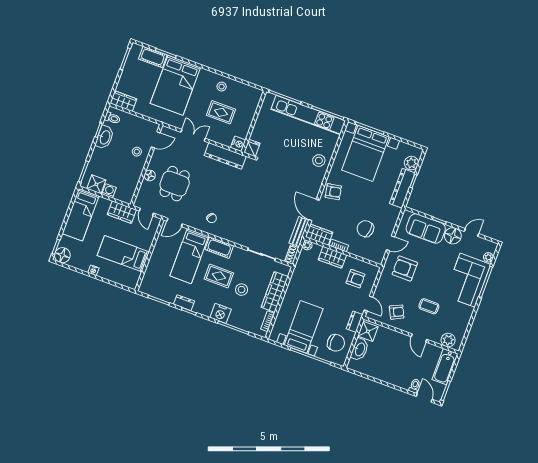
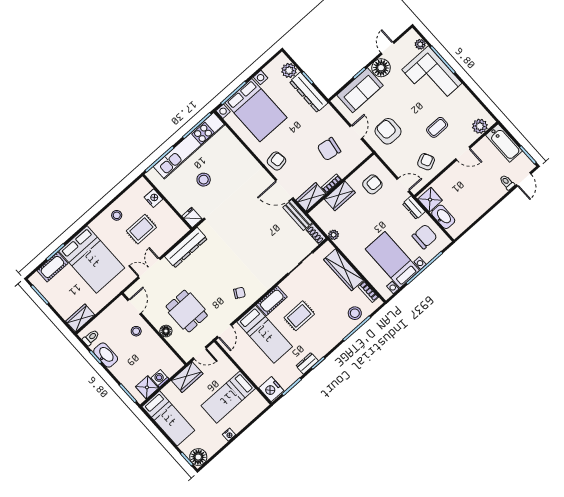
nightstand: (238, 144) -> (153, 198), moved
stool: (319, 161) -> (204, 180), moved
plant: (307, 245) -> (334, 235), moved
armchair: (405, 268) -> (388, 131), turned 90
stool: (242, 290) -> (355, 313), moved
nightstand: (221, 313) -> (271, 389), moved, turned 90
door: (424, 398) -> (524, 179), swing flipped

